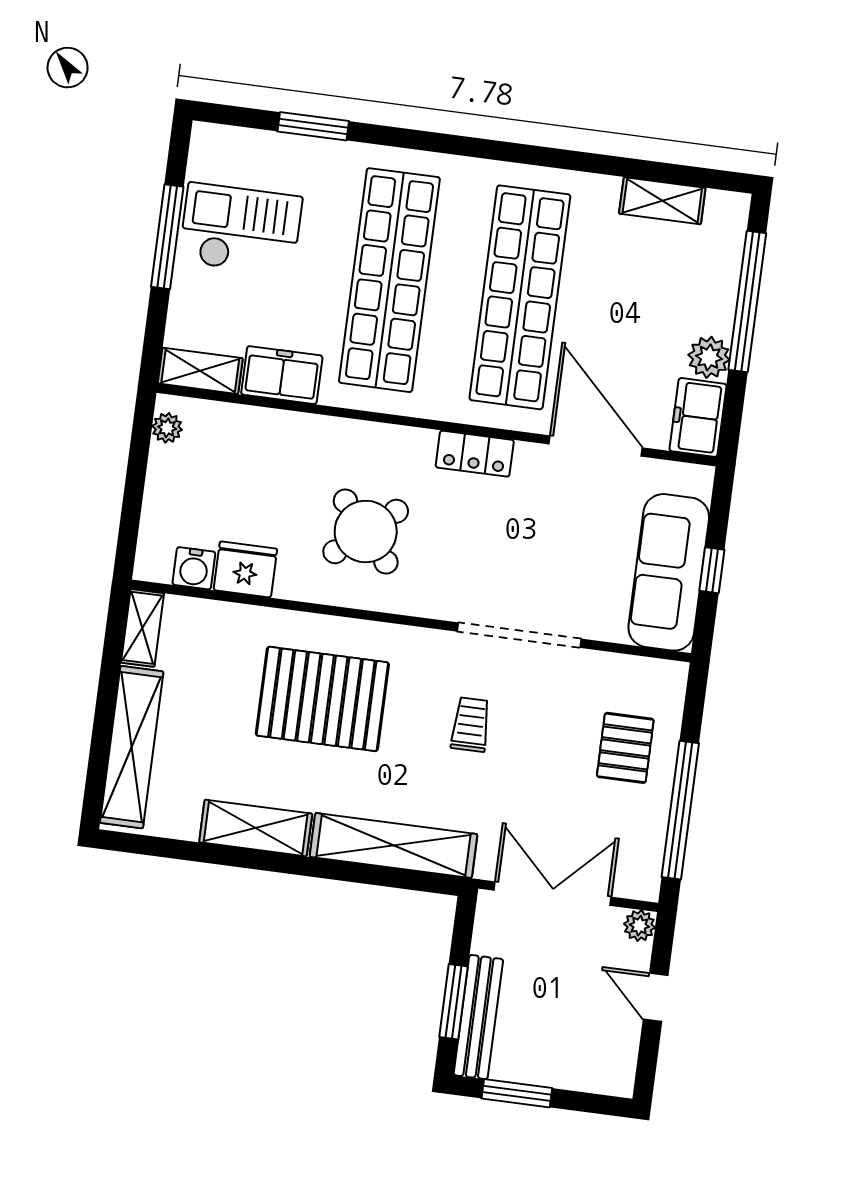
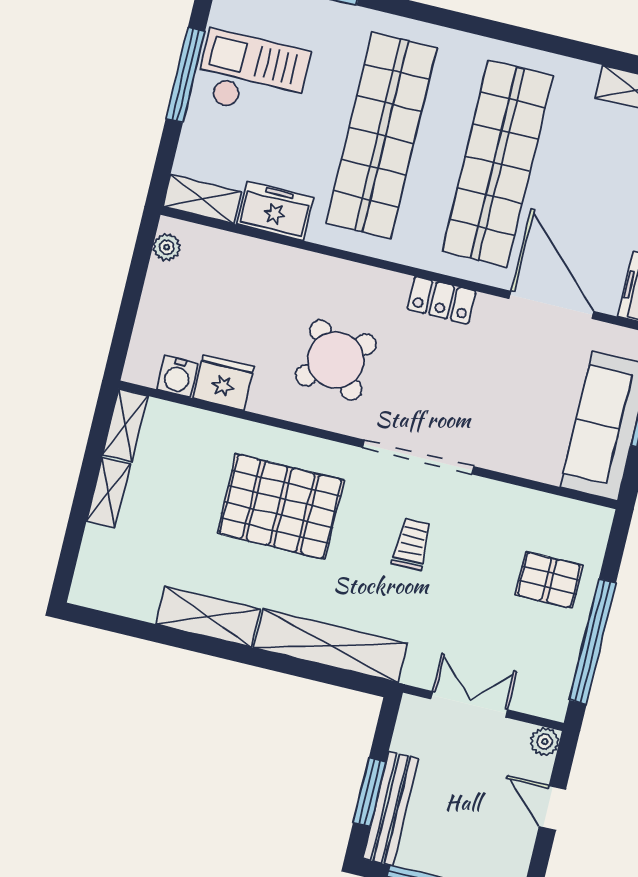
doorway: (519, 635) -> (418, 457), moved
shelving: (132, 747) -> (108, 492), width x0.45, depth x0.75
pallet: (625, 748) -> (549, 580), turned 90
double door: (553, 894) -> (469, 704), width x0.73

